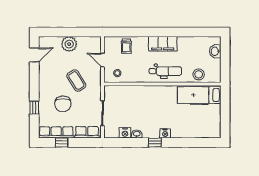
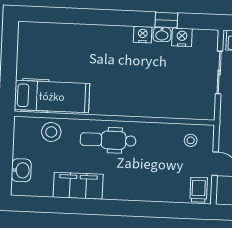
filing cabinet: (163, 44) -> (78, 186), moved
trolley: (126, 46) -> (199, 190), moved
nightstand: (165, 133) -> (143, 35), moved
window: (155, 142) -> (166, 20), moved

